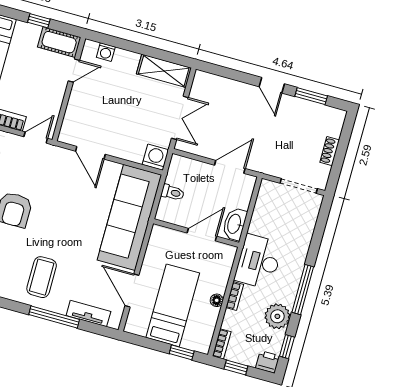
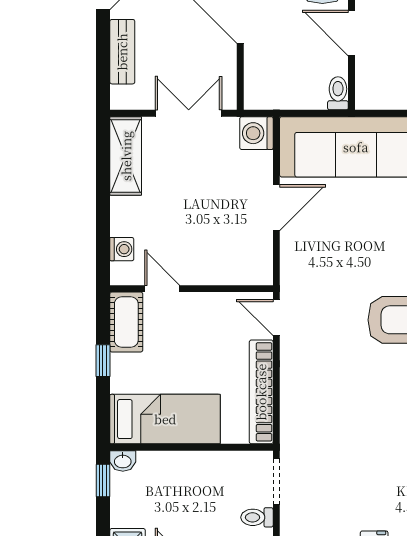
bench: (230, 87) -> (122, 52), added
door: (90, 153) -> (276, 208), moved
toilet: (173, 193) -> (338, 93), moved

